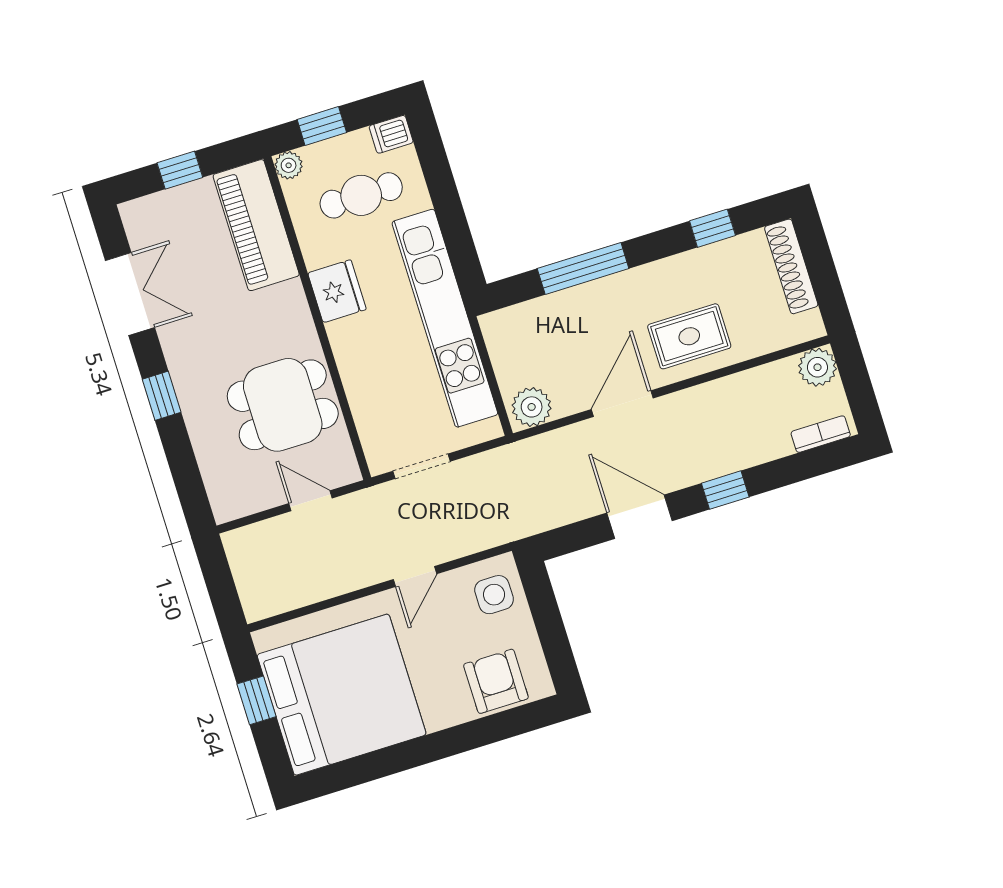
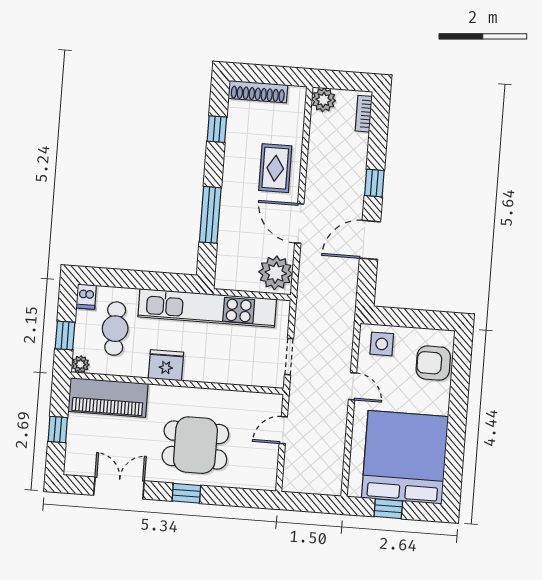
dining table: (283, 405) -> (195, 445), moved, turned 90
plant: (532, 407) -> (276, 273), width x1.36, depth x1.36

